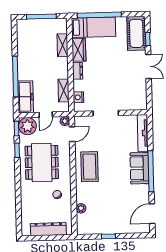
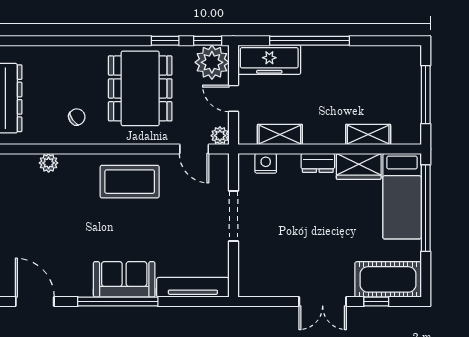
dining table: (42, 162) -> (140, 88), turned 90

